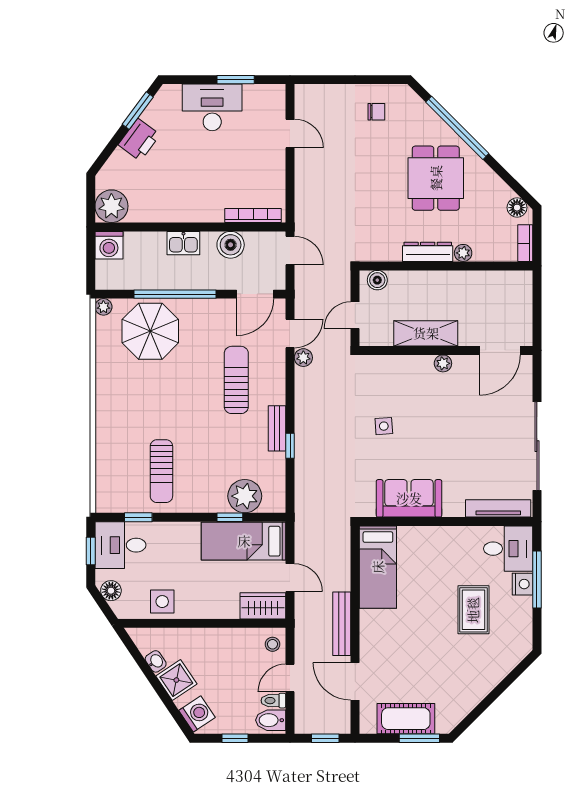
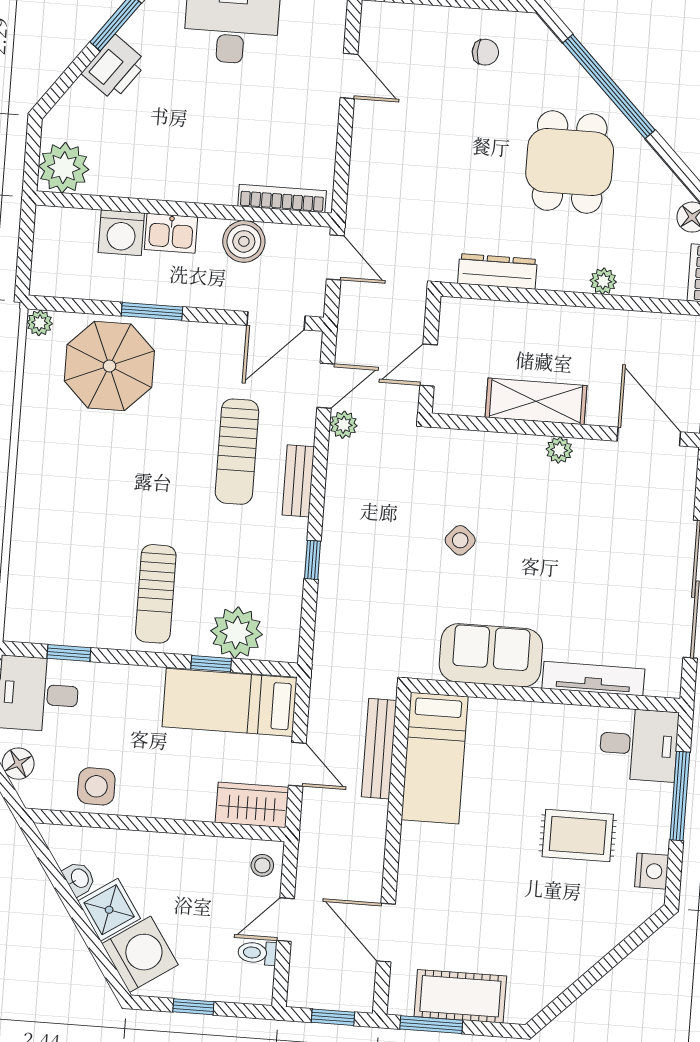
washing machine: (109, 245) -> (121, 233), moved
dresser: (428, 252) -> (497, 271), moved
boiler: (377, 280) -> (467, 313), removed
window: (175, 294) -> (152, 311), width x0.47
door: (500, 350) -> (649, 437), swing flipped
sun lounger: (236, 380) -> (237, 452), turned 180
side table: (384, 426) -> (460, 540), turned 45
bench: (277, 428) -> (298, 481), moved
sun lounger: (161, 471) -> (156, 594), moved
tv unit: (498, 508) -> (593, 679), moved
nightstand: (523, 584) -> (652, 871), moved
rug: (473, 610) -> (578, 835), turned 90
bench: (342, 624) -> (379, 749), moved
washing machine: (197, 714) -> (140, 954), width x1.37, depth x1.37
bidet: (271, 720) -> (251, 983), removed
window: (419, 738) -> (431, 1025), moved

